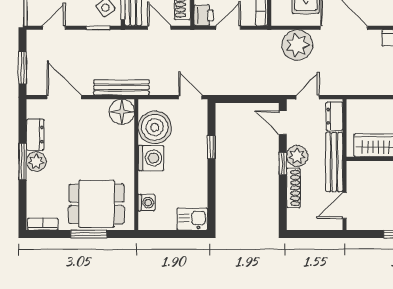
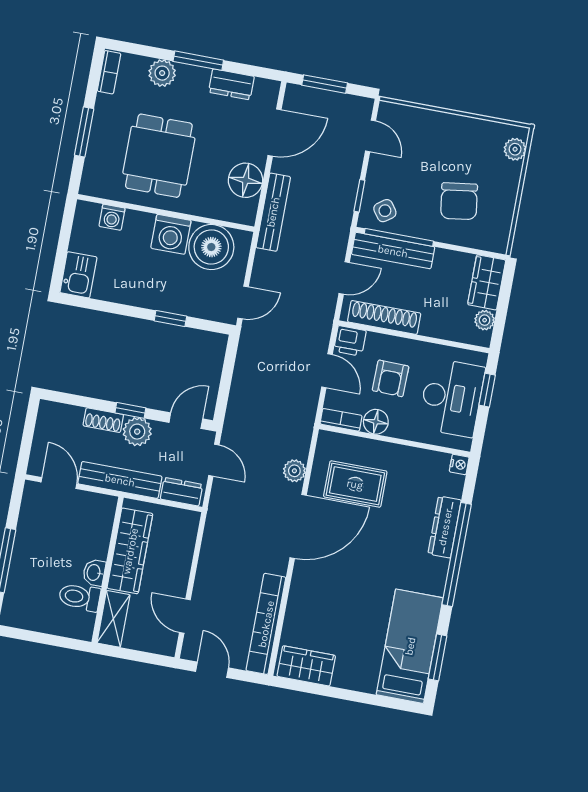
plant: (297, 45) -> (294, 471), width x0.53, depth x0.53
floor lamp: (122, 112) -> (246, 180), moved
plant: (36, 162) -> (162, 73), moved
shoe rack: (293, 188) -> (103, 420), width x0.70
dining table: (96, 204) -> (159, 156), moved

